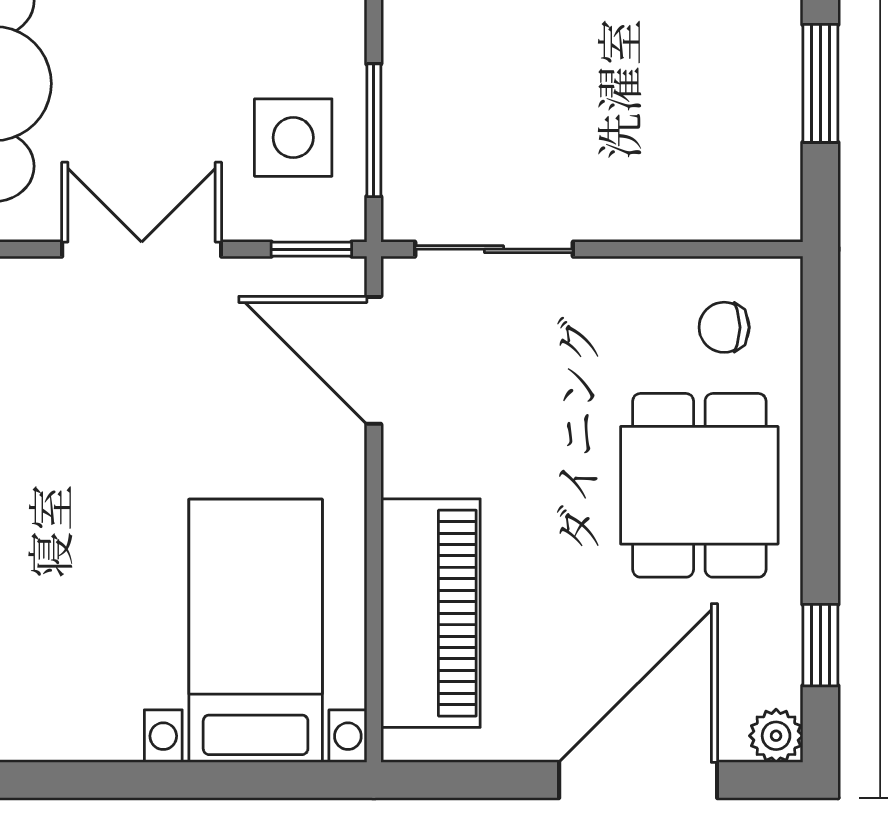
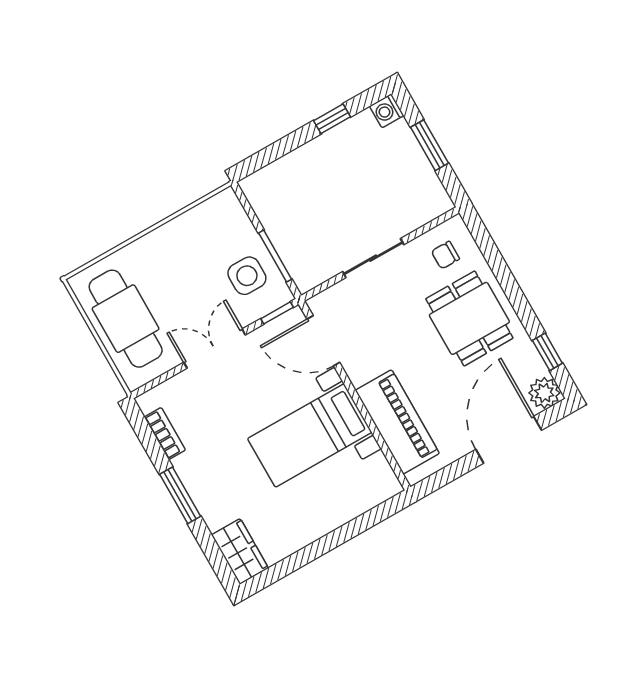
sliding door: (494, 249) -> (373, 258), moved
bed with nightstands: (256, 631) -> (310, 435), moved, turned -90
plant: (776, 736) -> (544, 393), width x1.38, depth x1.38

